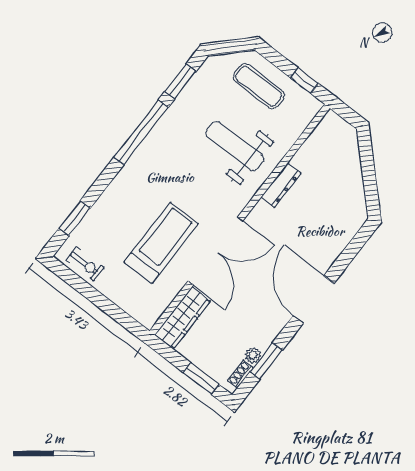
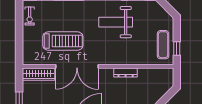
exercise mat: (259, 86) -> (163, 45), moved
weight bench: (235, 146) -> (116, 22), moved, turned -90

